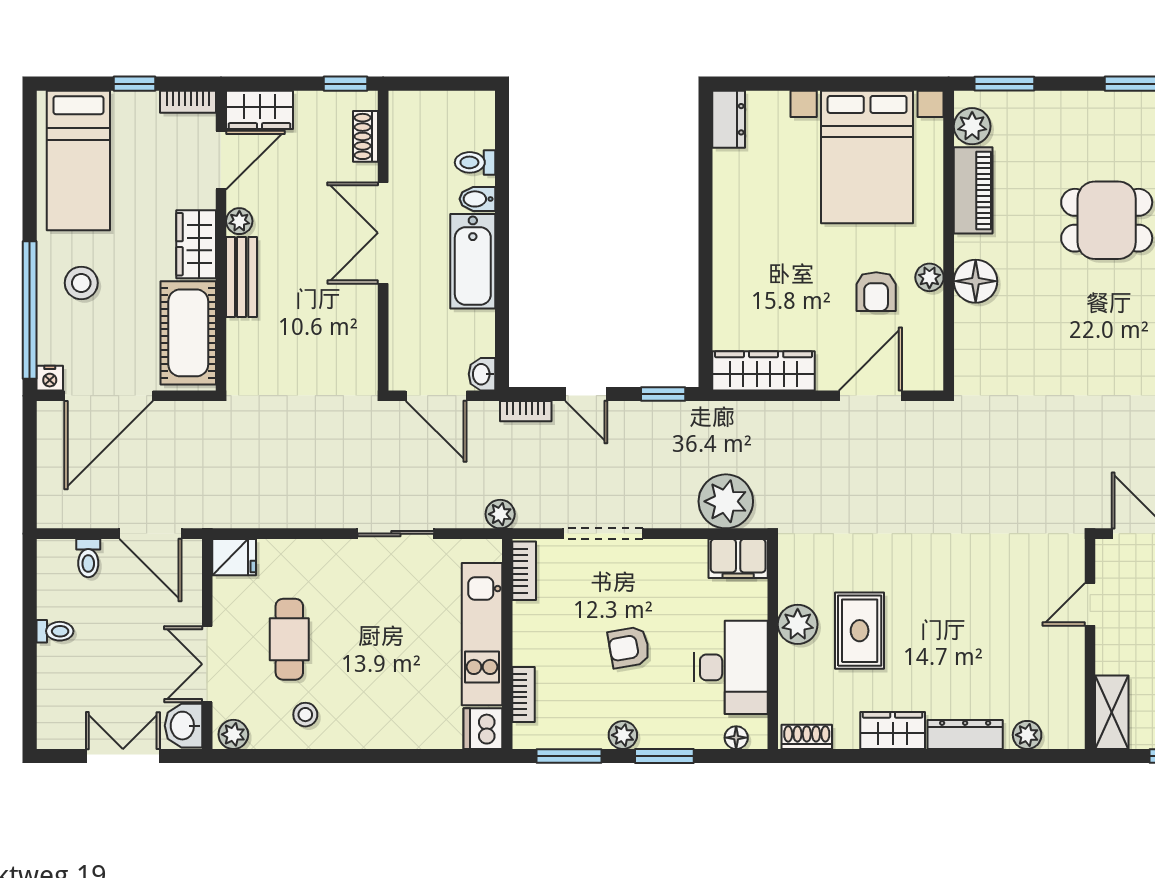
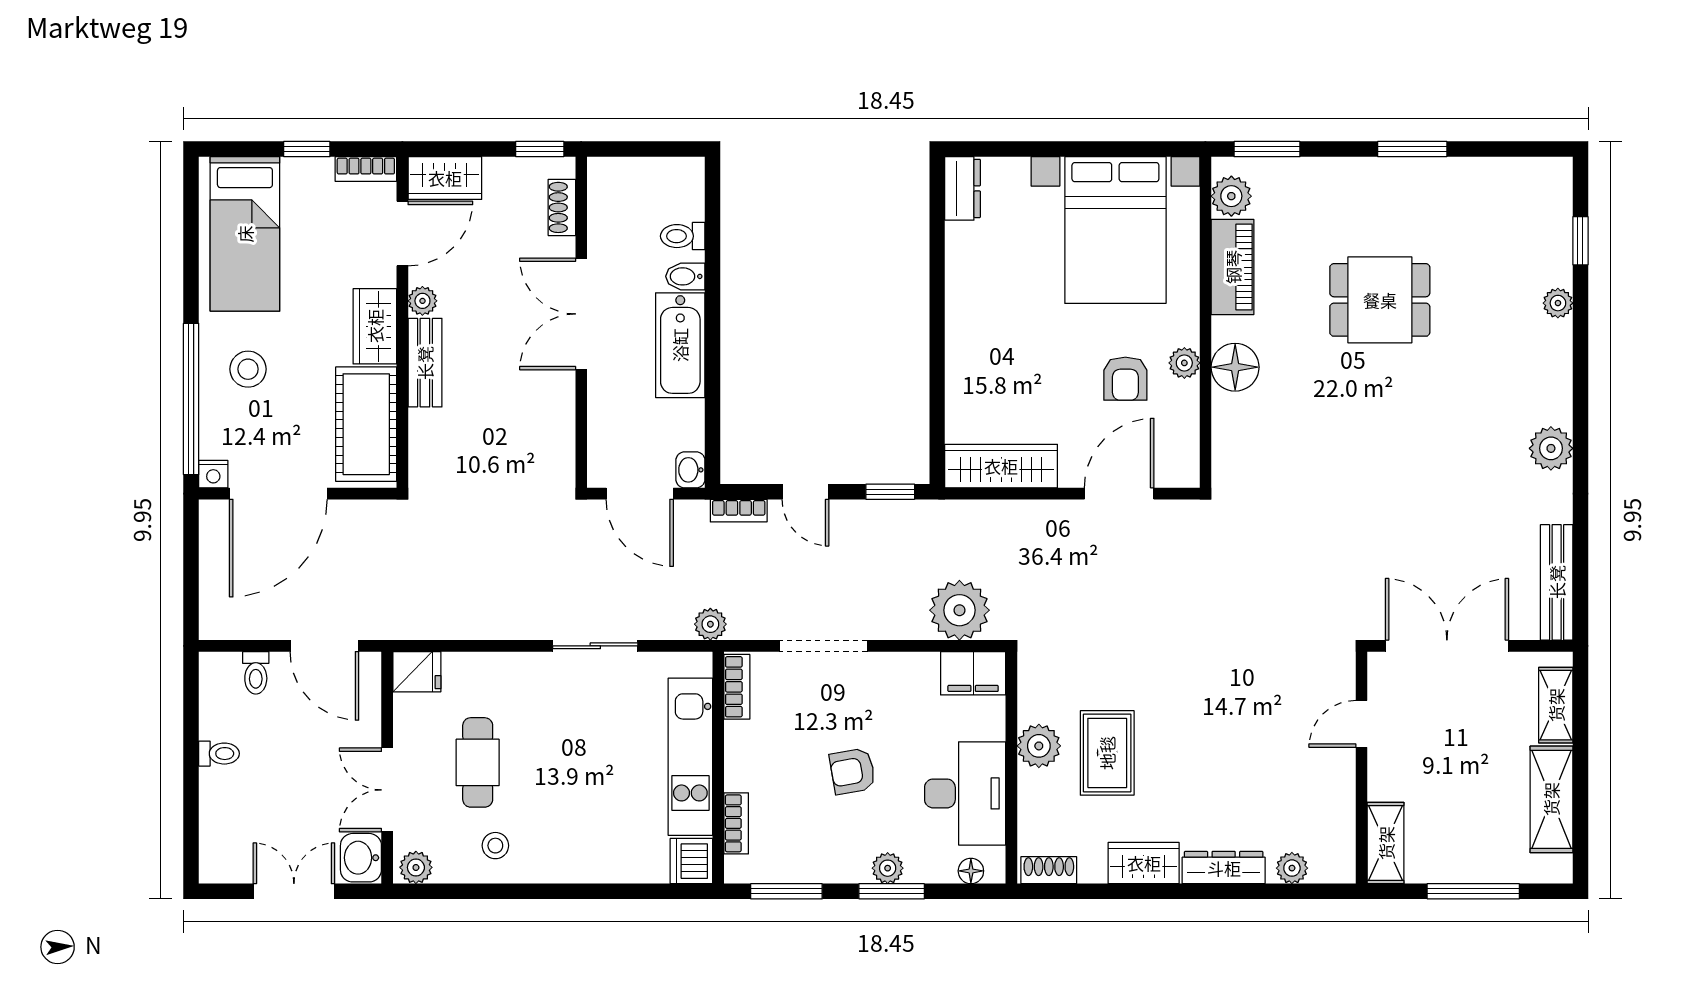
plant: (623, 735) -> (888, 868), moved

